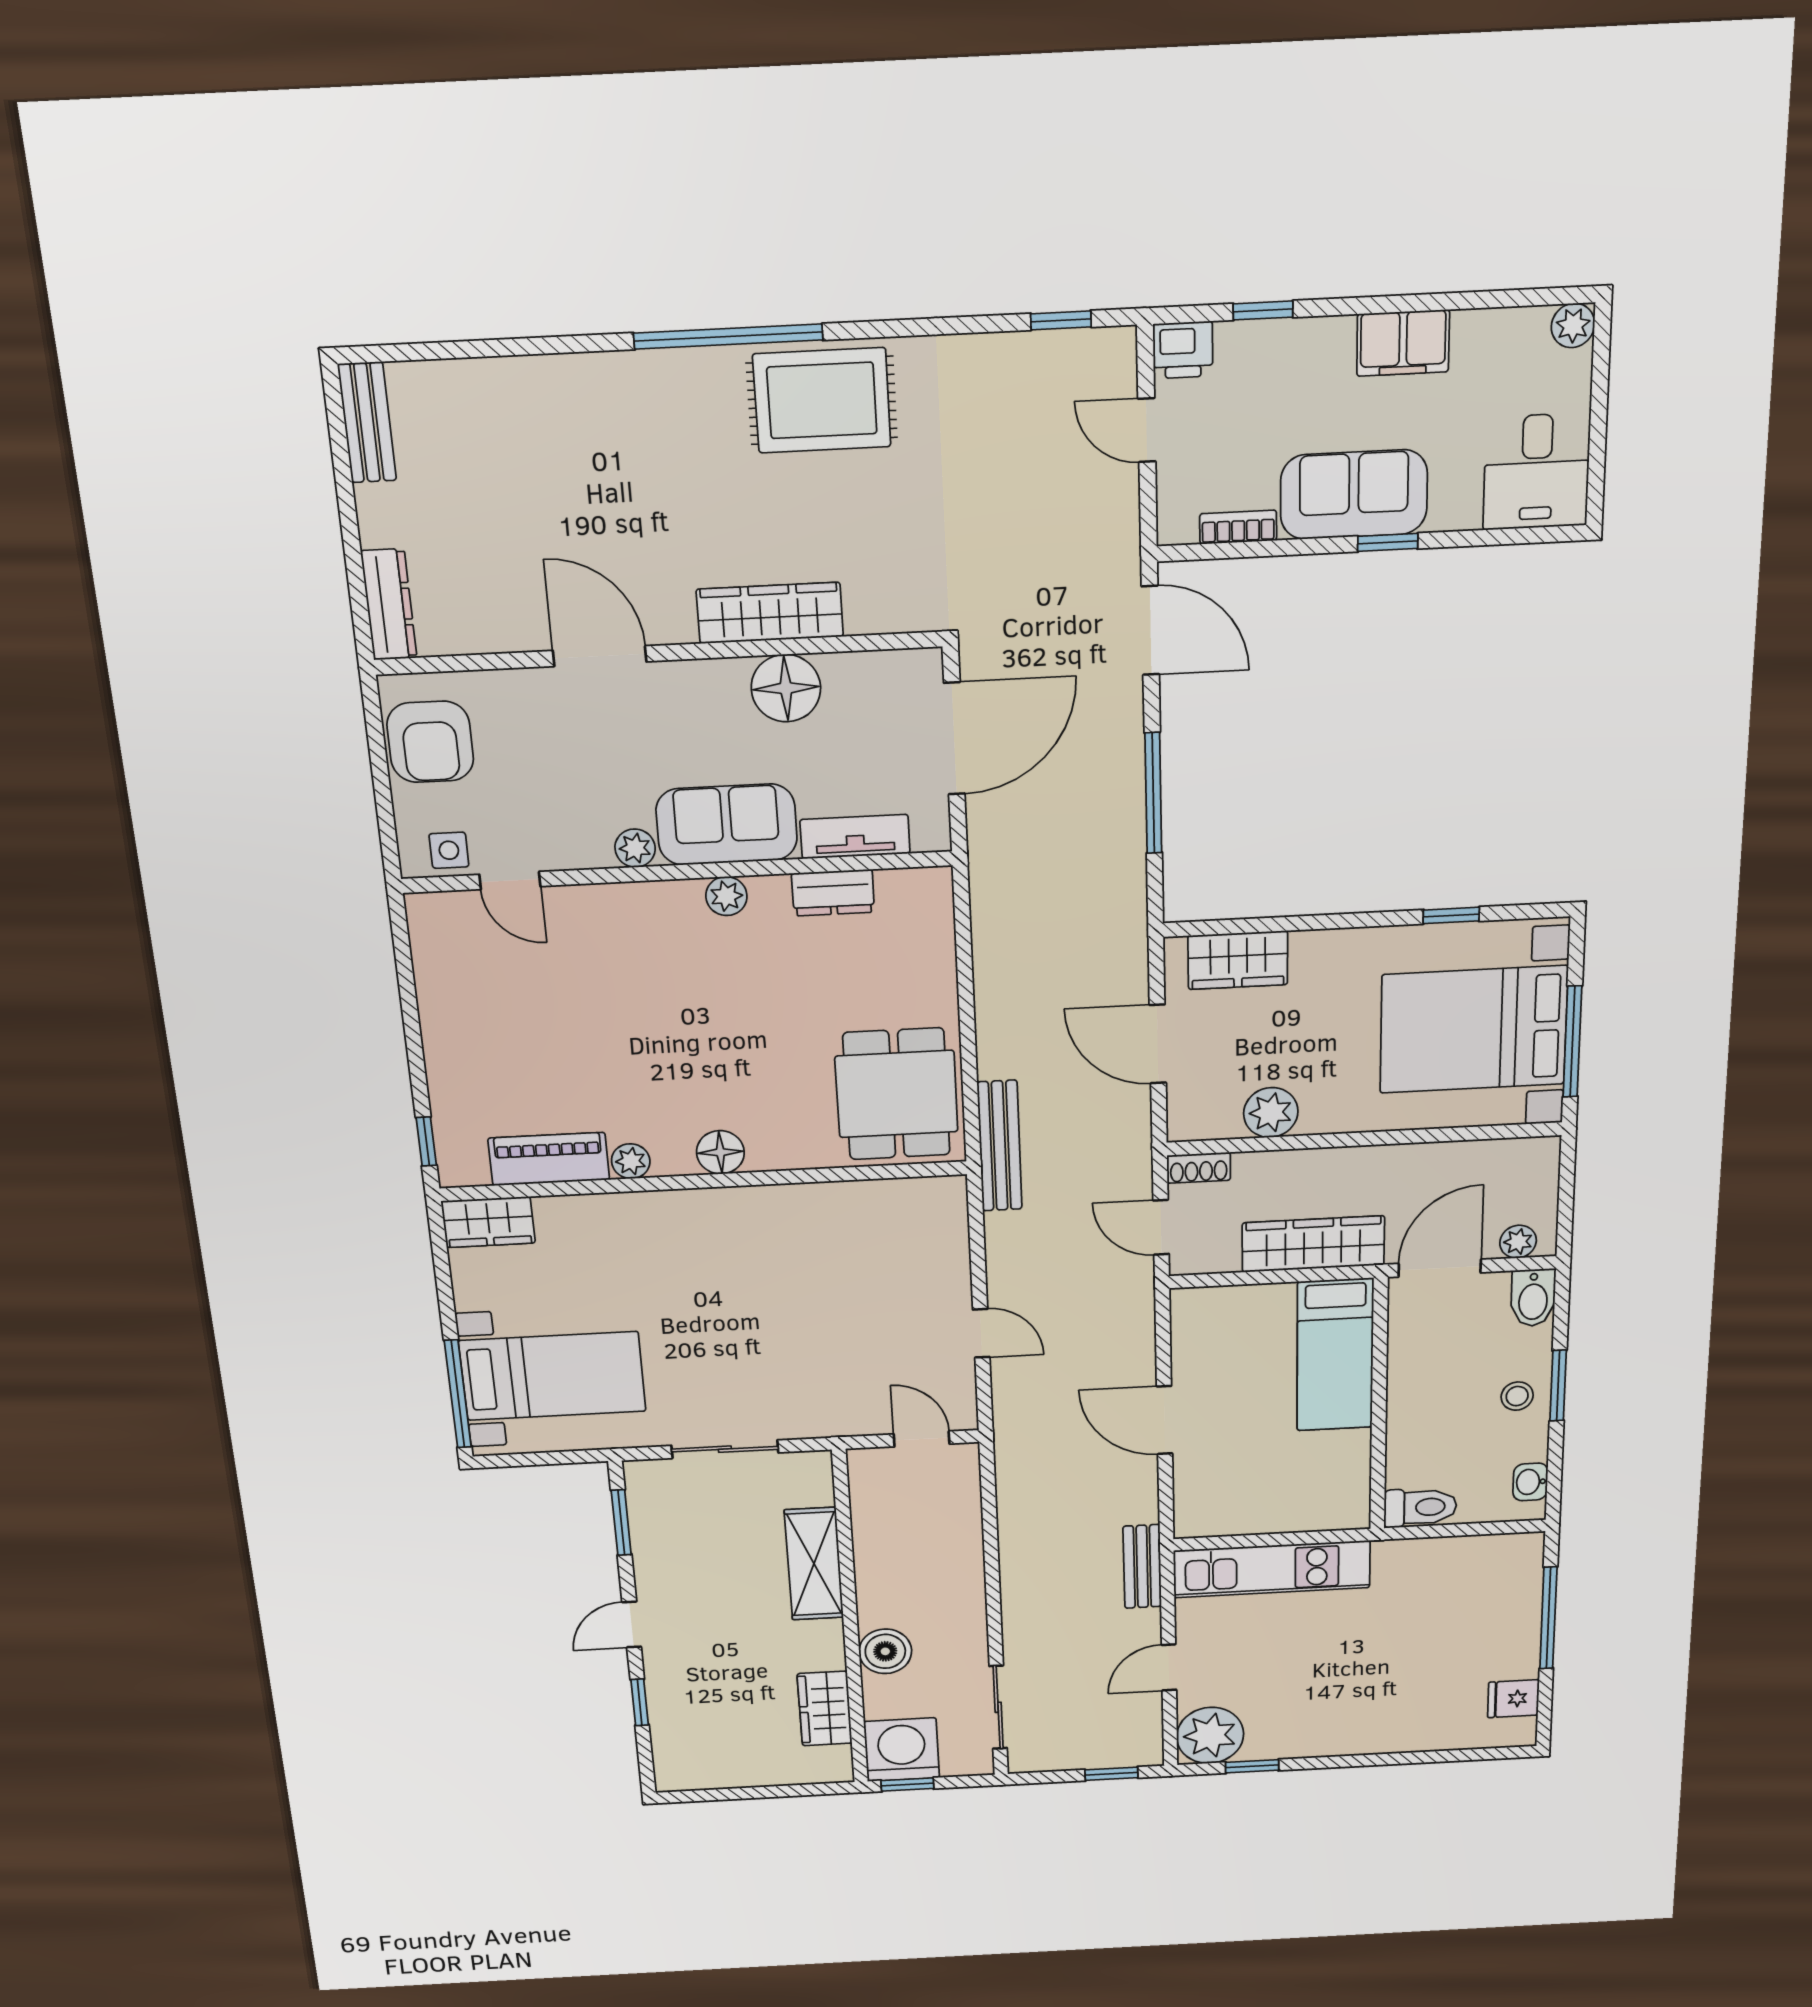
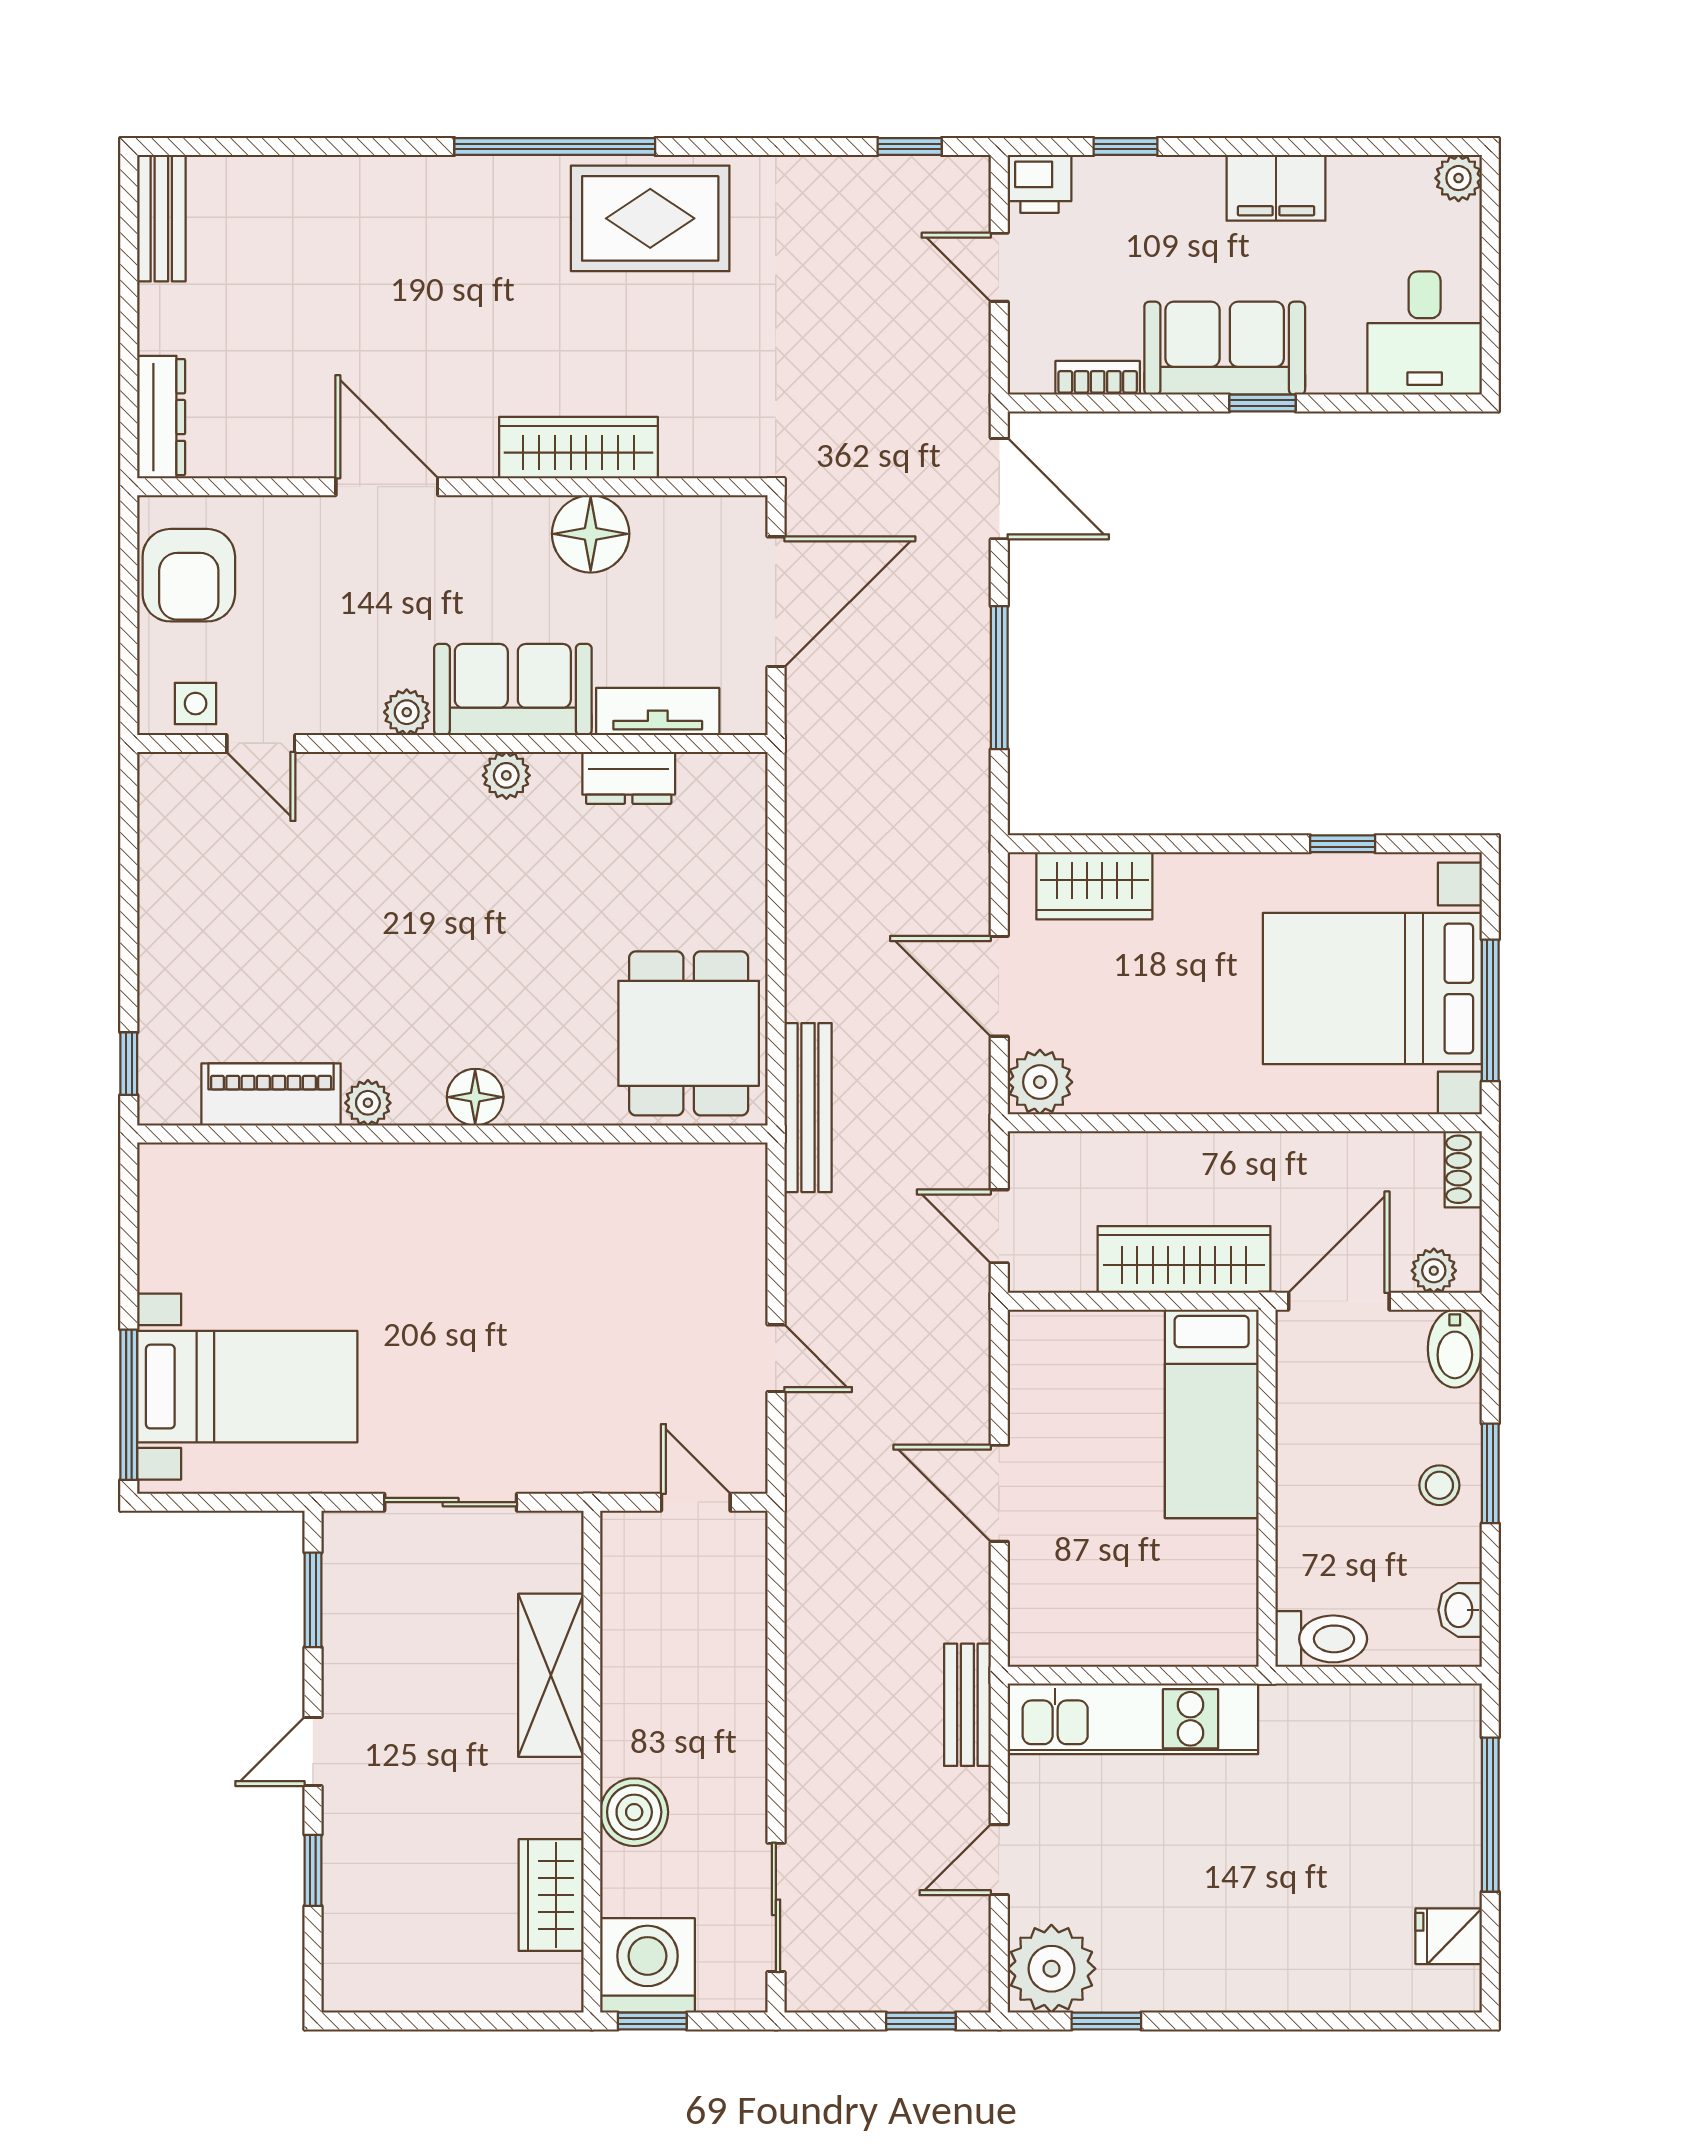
plant: (1271, 1113) -> (1040, 1082), moved
shoe rack: (1199, 1168) -> (1463, 1169), moved, turned 90
wardrobe: (488, 1222) -> (191, 1173), removed

